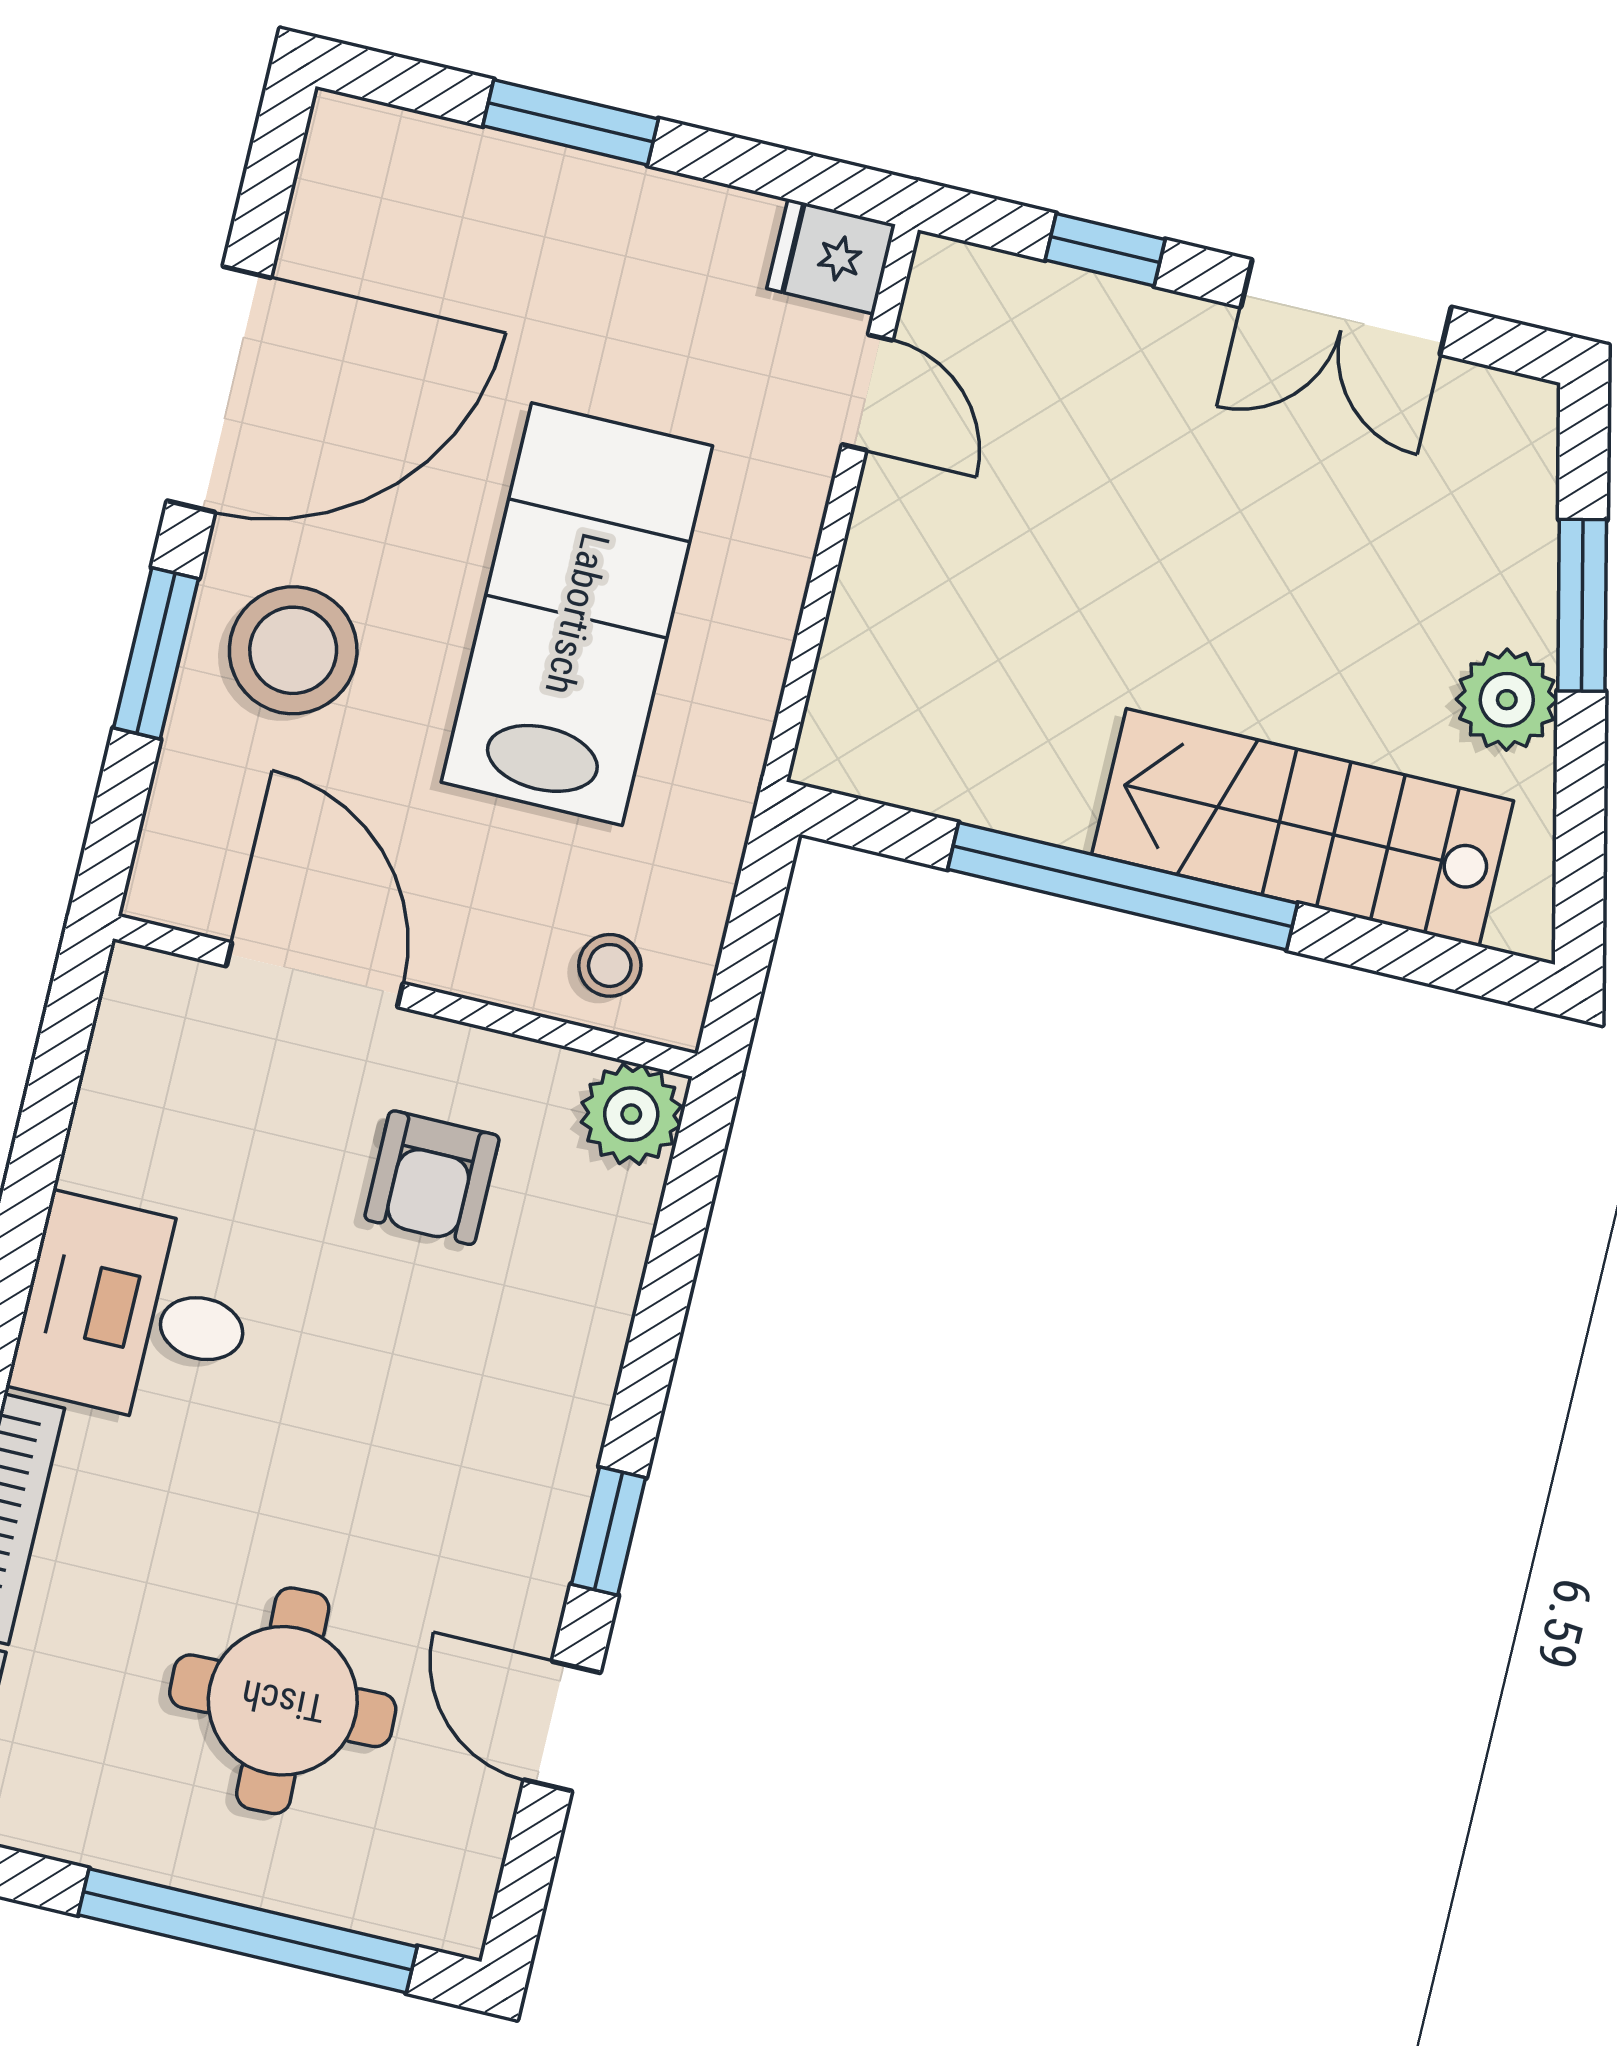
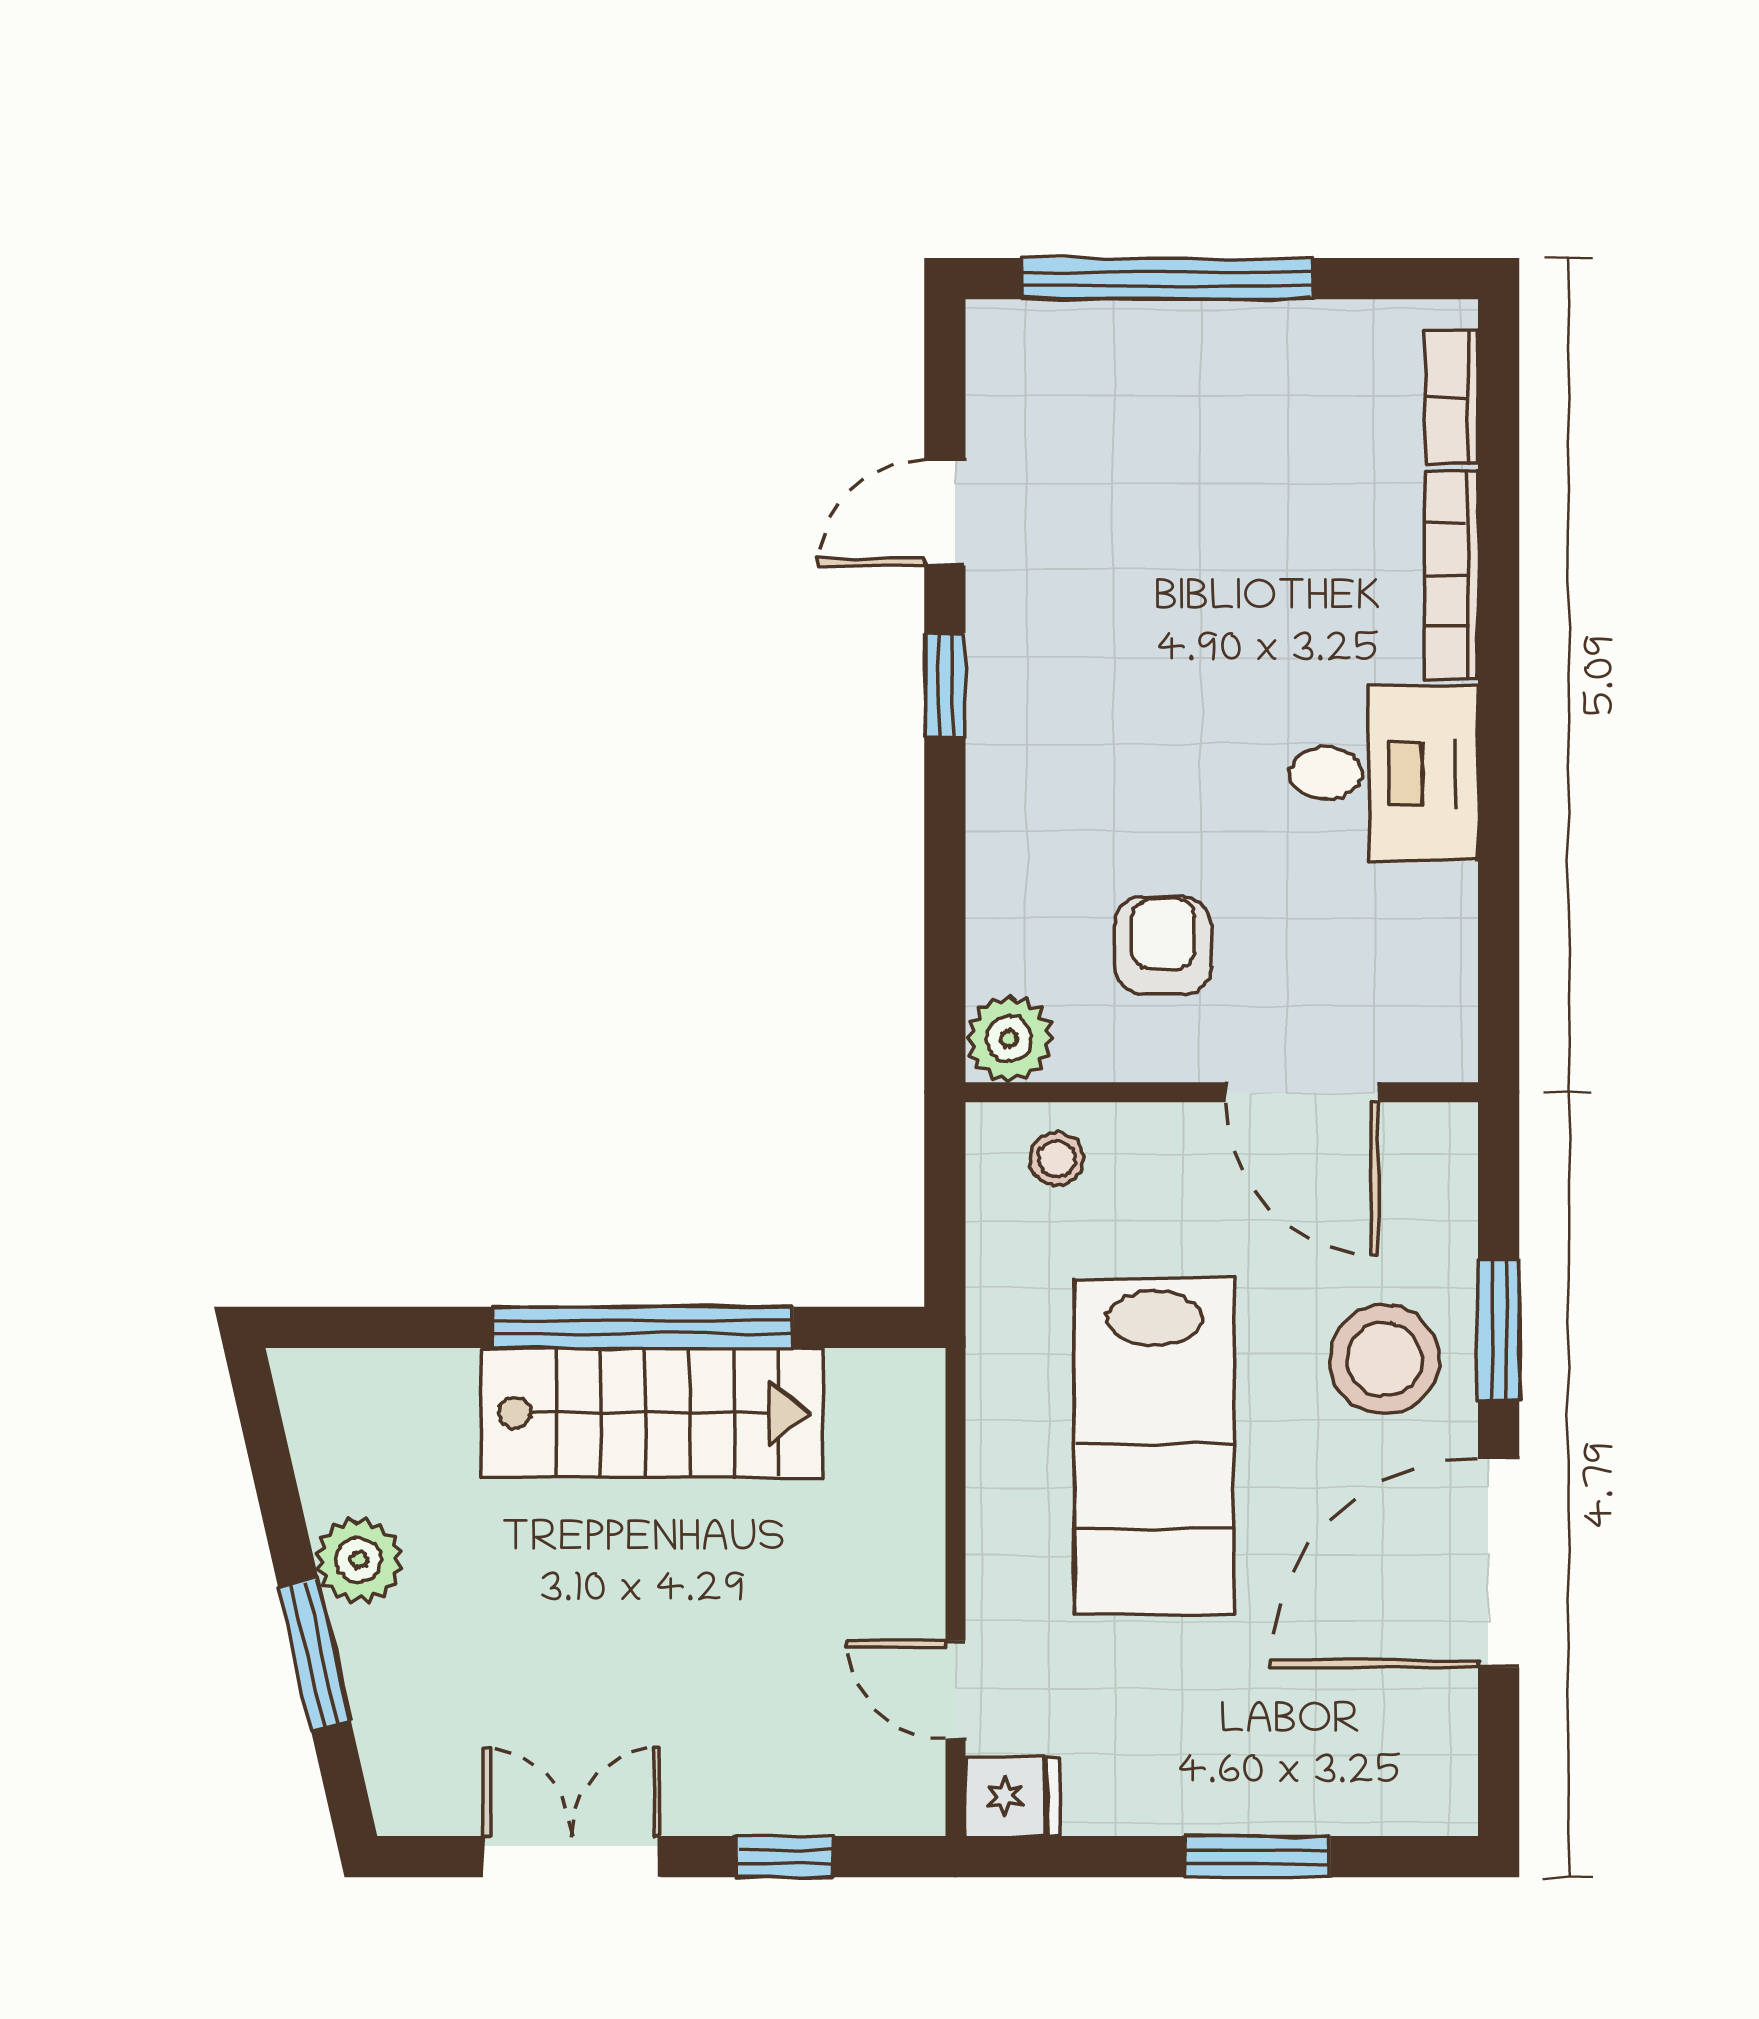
stairs: (1303, 827) -> (652, 1412), moved
round table: (283, 1701) -> (1184, 478), removed
door: (562, 1726) -> (945, 513), swing flipped

